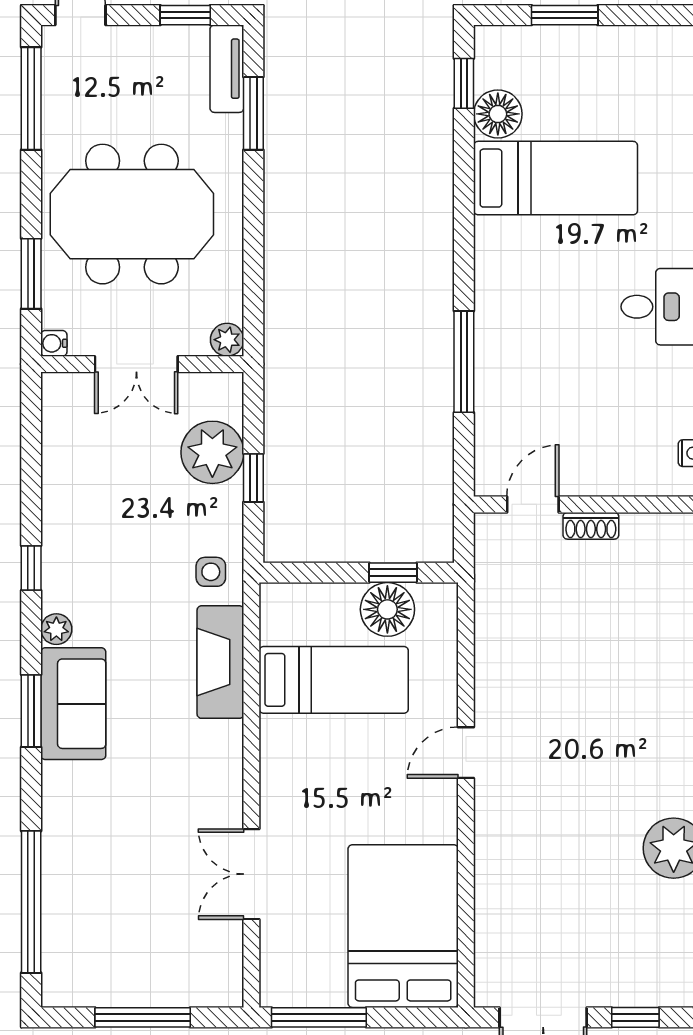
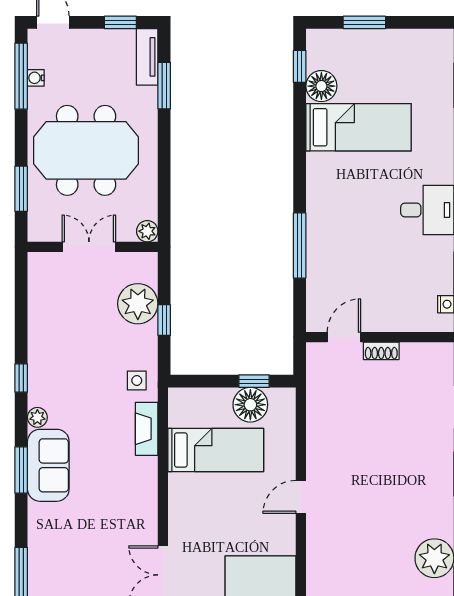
water cooler: (54, 343) -> (36, 78), moved
double door: (136, 364) -> (89, 247), swing flipped
fireplace: (220, 662) -> (147, 429), width x0.73, depth x0.76

